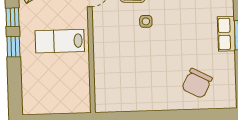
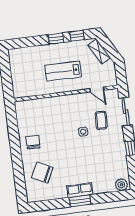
lab bench: (60, 41) -> (63, 71), turned -90
chair: (154, 92) -> (33, 142), added

